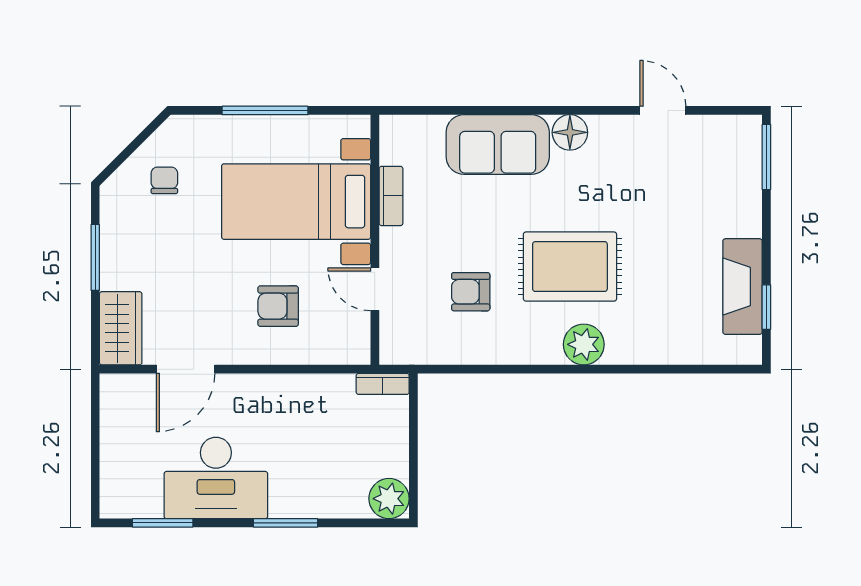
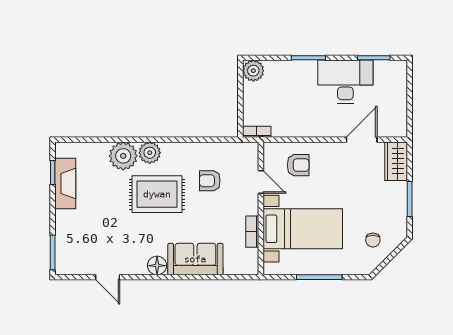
armchair: (471, 292) -> (210, 181), turned 180
armchair: (278, 306) -> (298, 165), moved
plant: (633, 338) -> (123, 156), added

